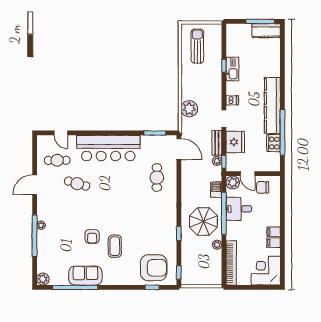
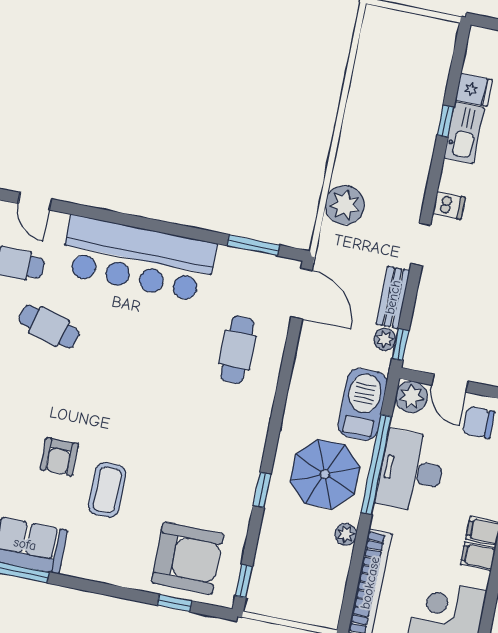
sun lounger: (197, 46) -> (393, 63), removed
fridge: (235, 142) -> (474, 90), moved, width x0.53, depth x0.75
barbecue: (216, 190) -> (363, 404), width x1.88, depth x1.53
desk: (239, 209) -> (411, 471), width x1.37

